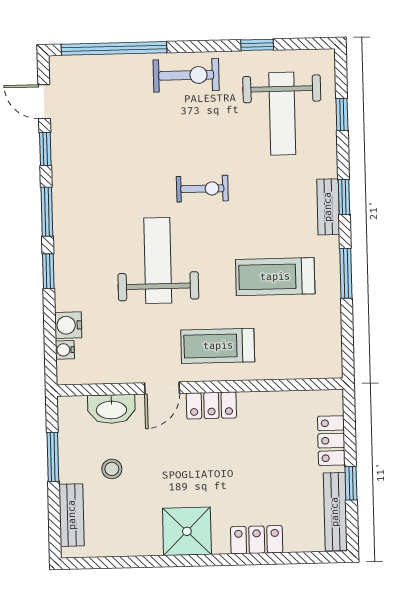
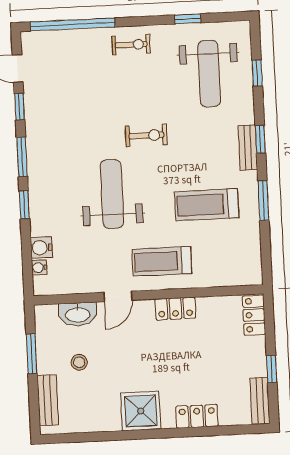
exercise bike: (186, 75) -> (131, 45), width x0.73, depth x0.72
locker: (211, 405) -> (175, 308), moved
locker: (331, 441) -> (254, 315), moved
bench: (335, 512) -> (260, 401), width x0.73

